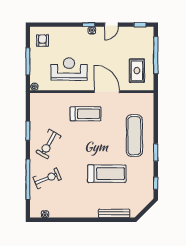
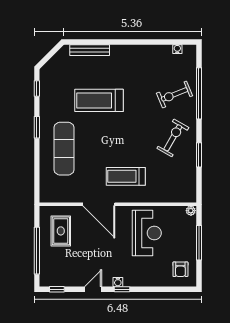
reception desk: (69, 69) -> (147, 233), turned -90

